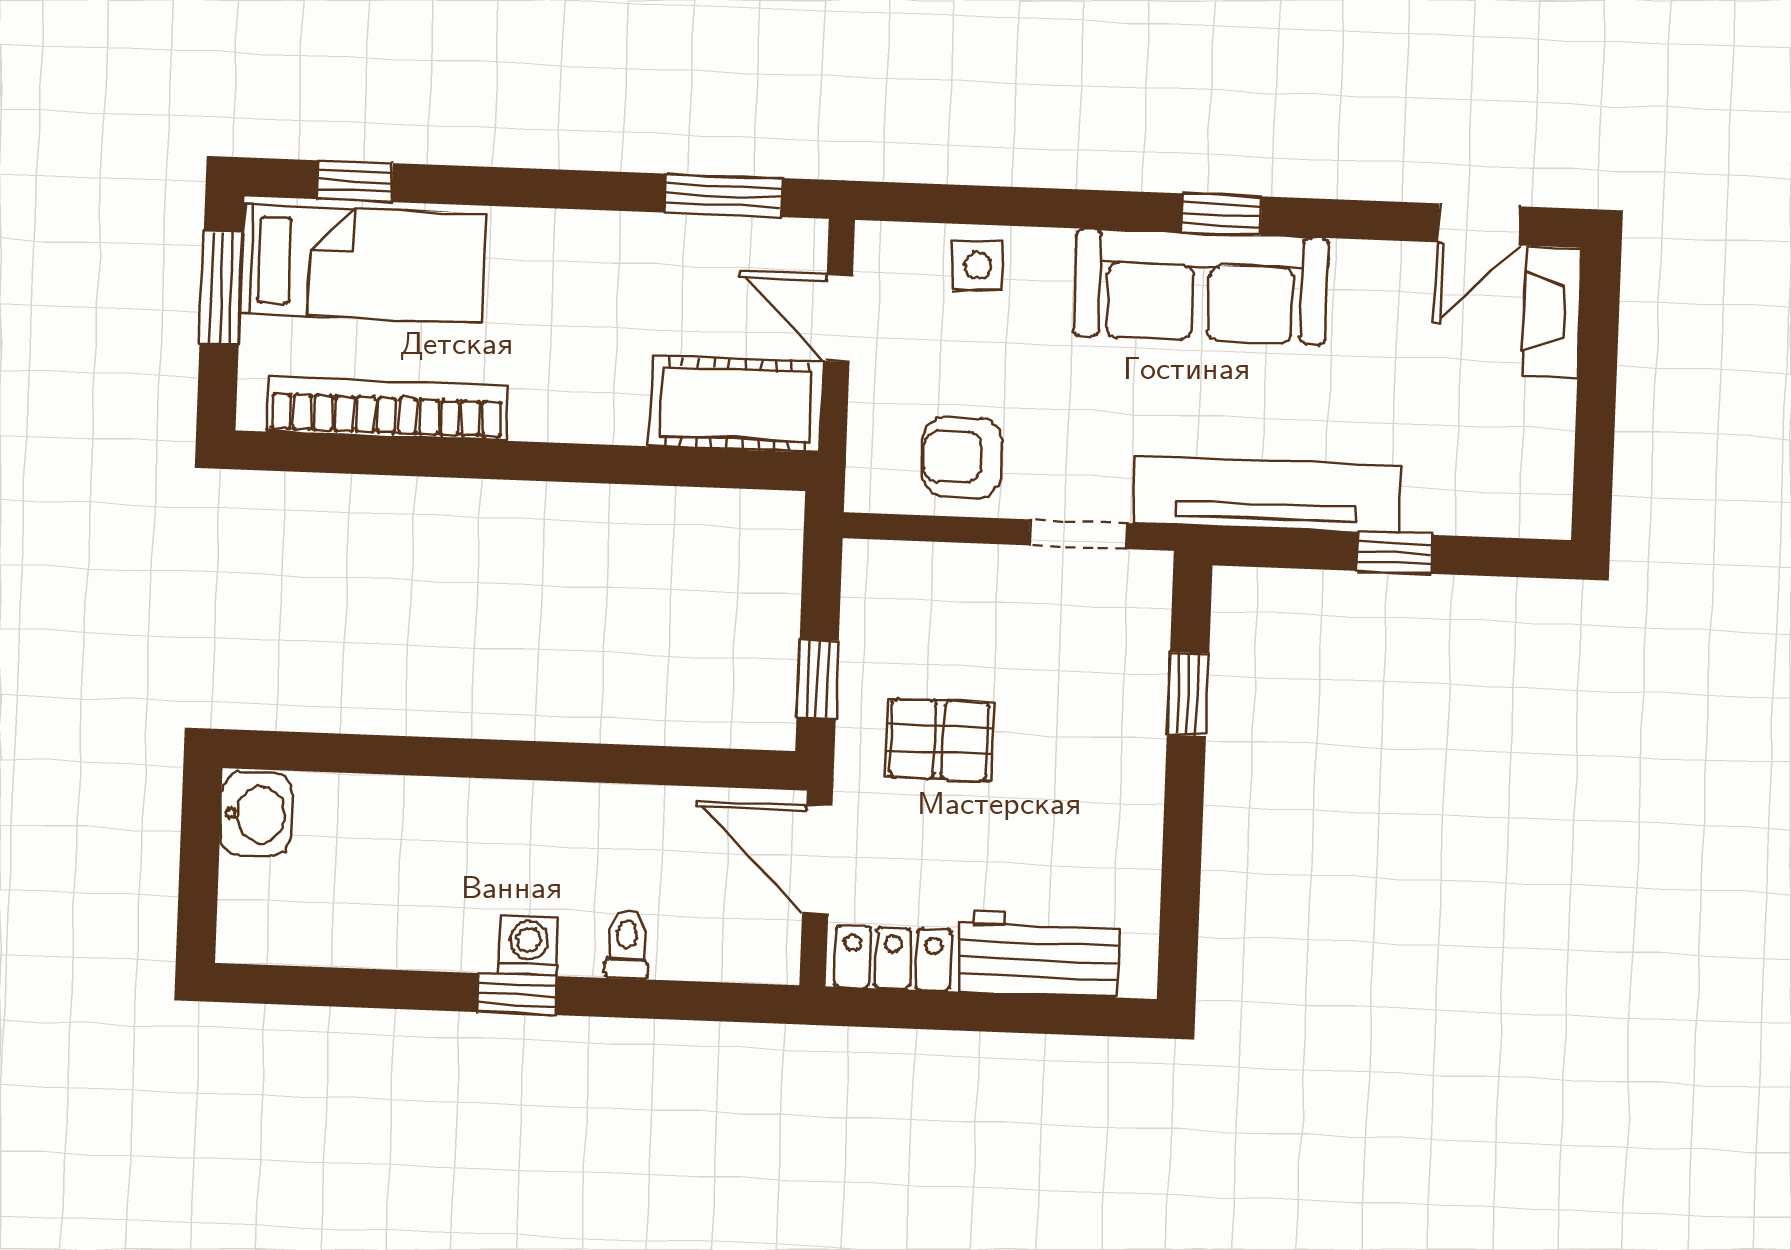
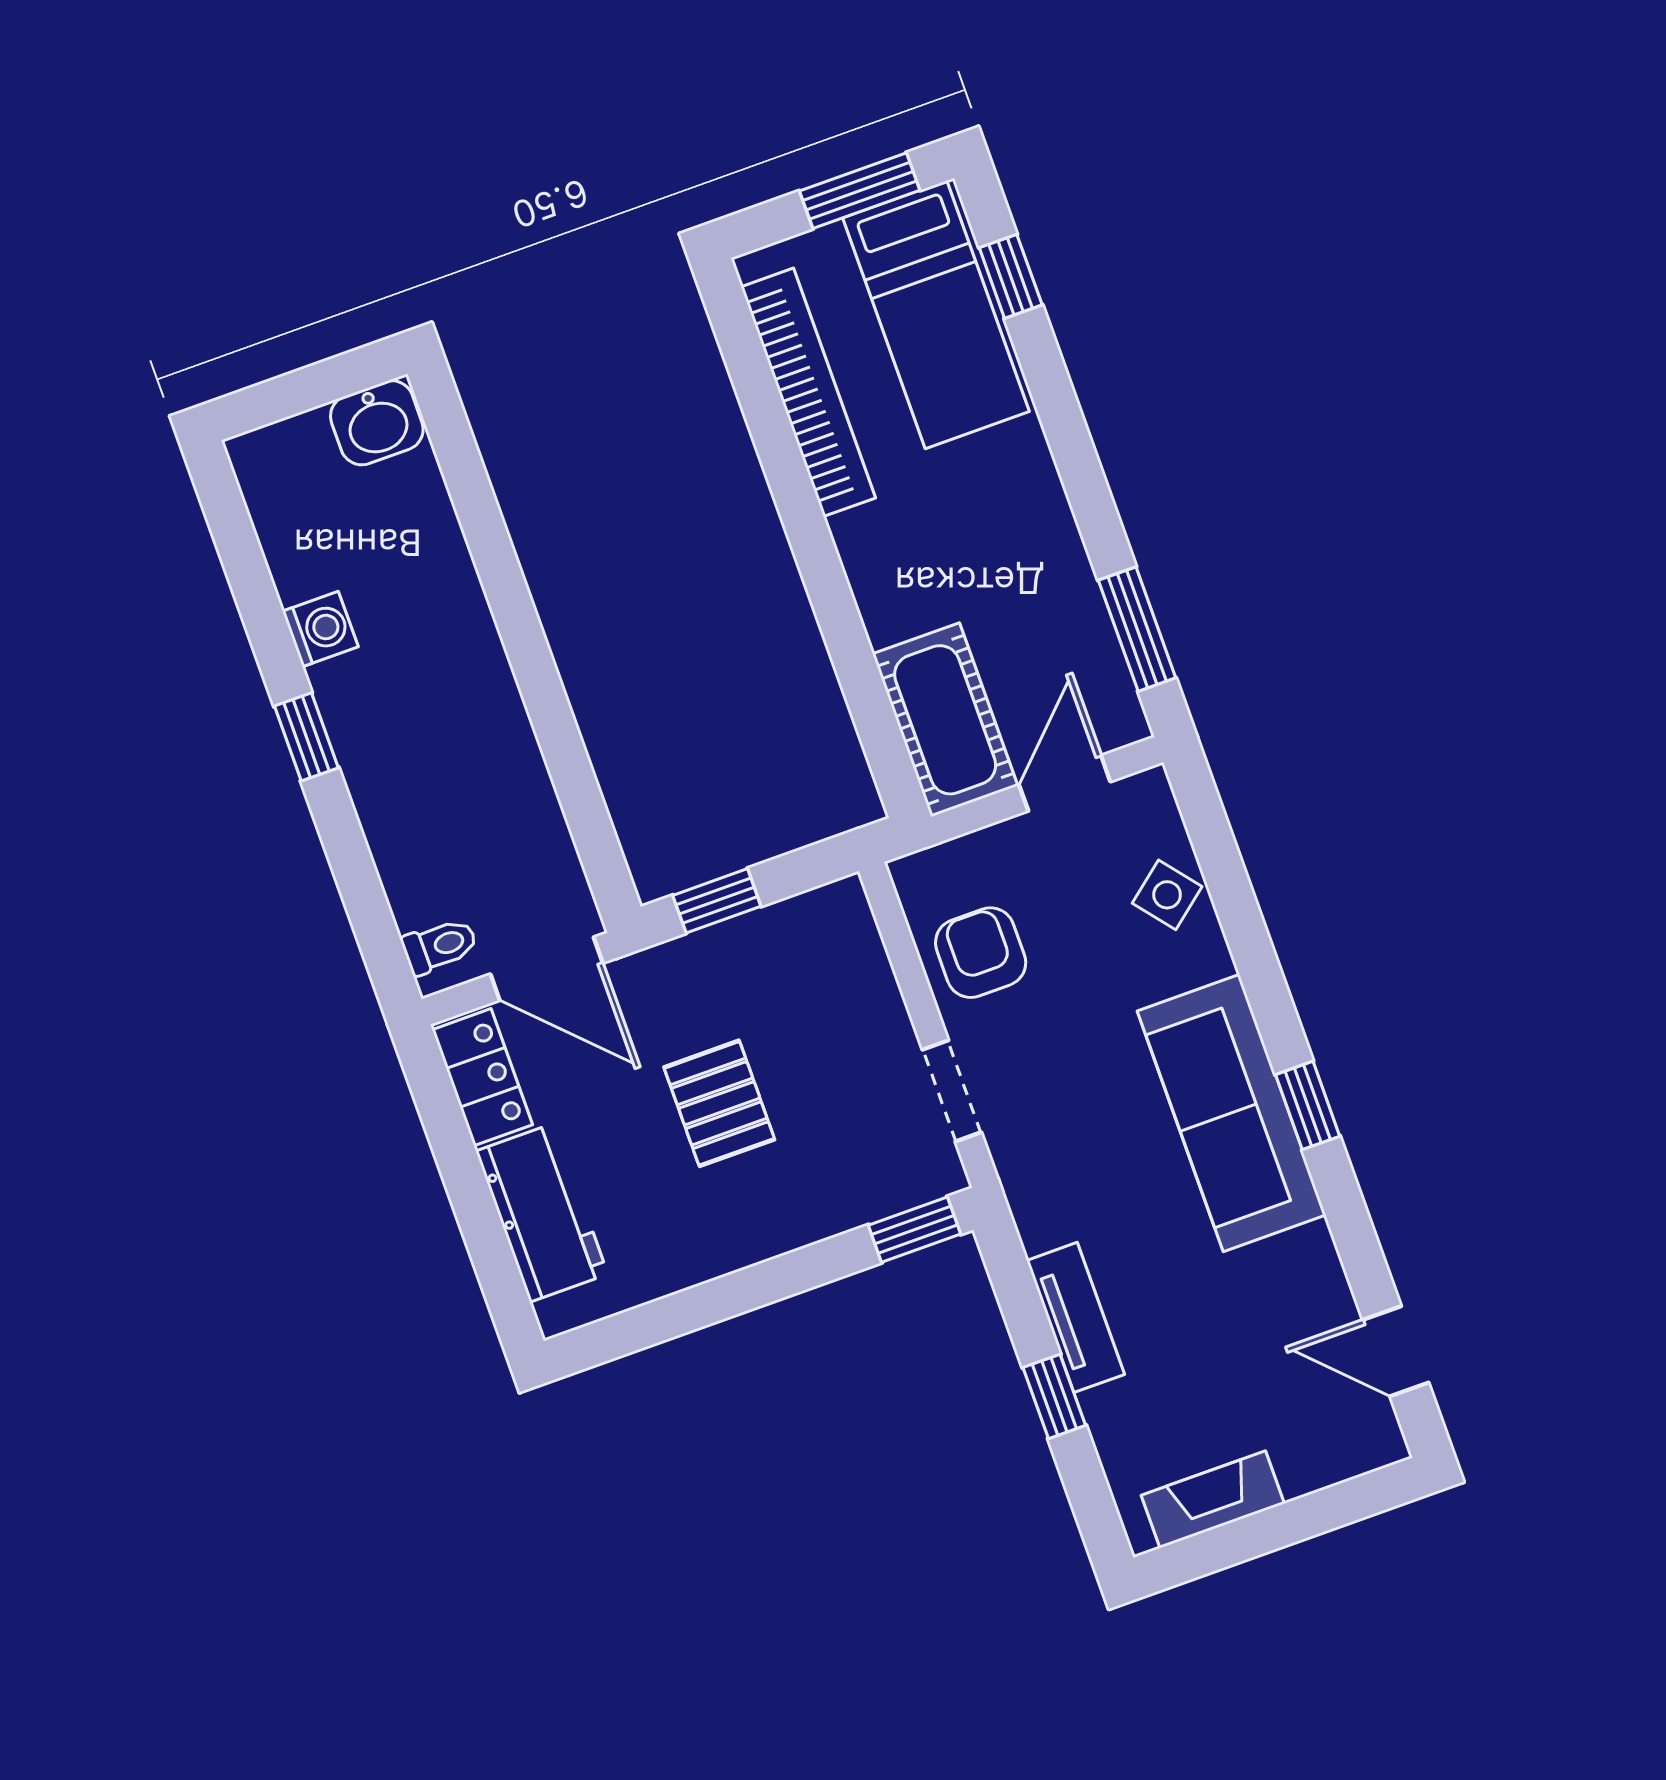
side table: (978, 266) -> (1167, 895), turned -36
fireplace: (1552, 312) -> (1213, 1499), moved
tv unit: (1267, 494) -> (1076, 1317), width x0.52, depth x0.78
window: (1188, 694) -> (914, 1230), moved
pallet: (939, 740) -> (719, 1103), moved
door: (817, 860) -> (547, 969), swing flipped
toilet: (627, 944) -> (440, 946), moved
washing machine: (529, 946) -> (320, 629), moved

